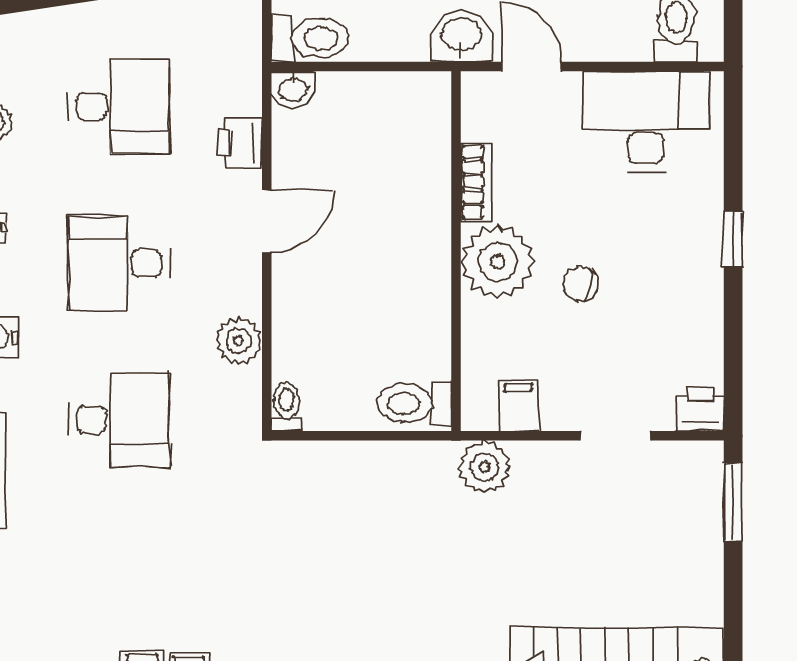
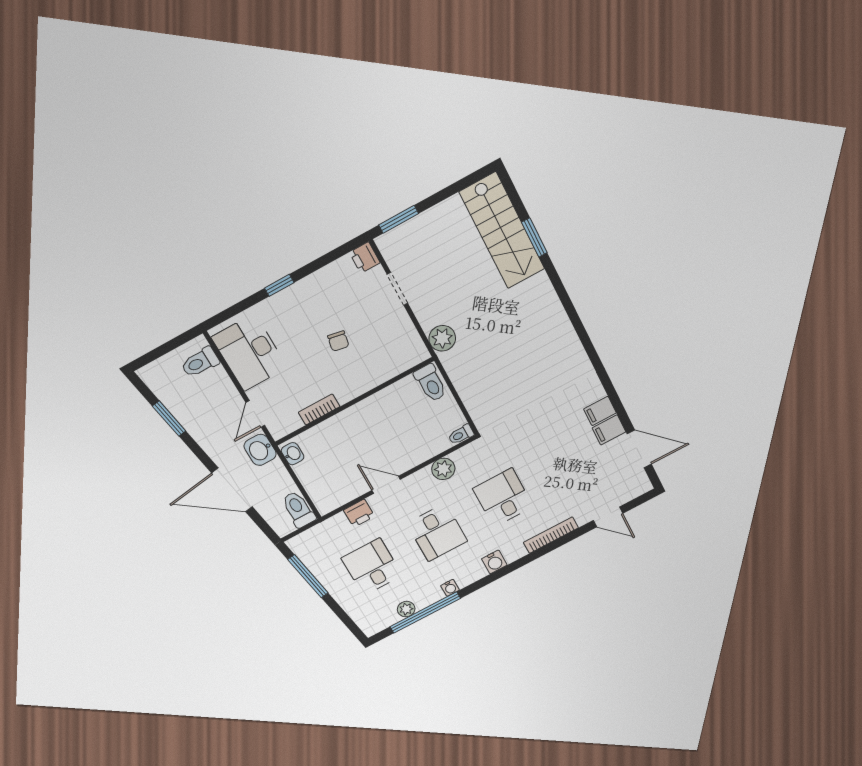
washbasin: (293, 89) -> (293, 454), moved
plant: (498, 262) -> (349, 382), removed
filing cabinet: (518, 405) -> (407, 339), removed

